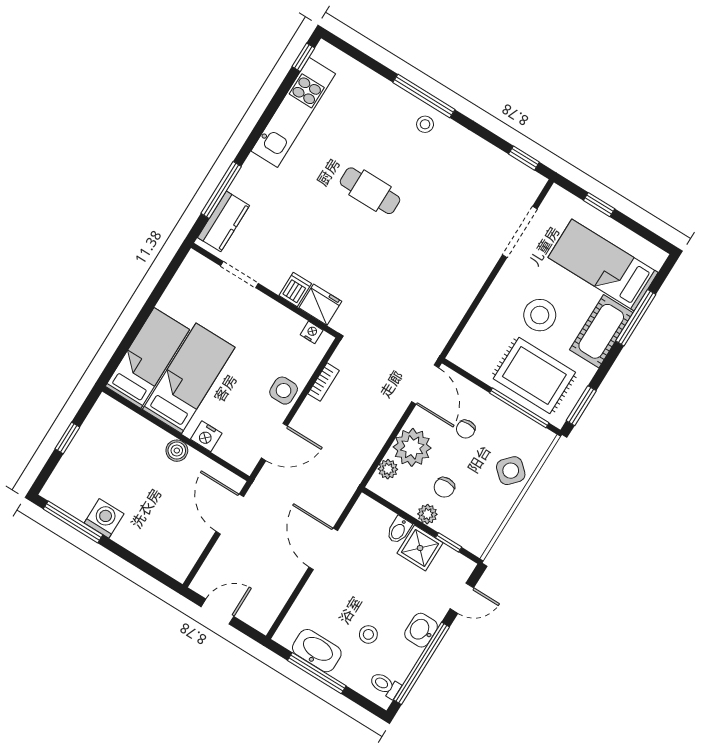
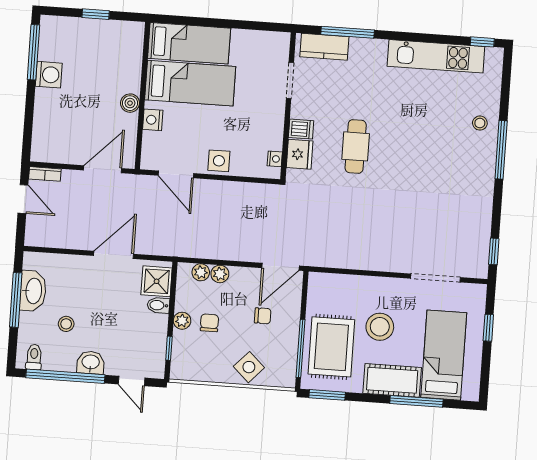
stool: (425, 124) -> (480, 123), moved
cafe table: (370, 191) -> (356, 146), moved
bookcase: (324, 382) -> (45, 174), moved
chair: (466, 429) -> (263, 316), turned 180
plant: (412, 447) -> (220, 274), width x0.53, depth x0.53
chair: (444, 487) -> (209, 323), turned 90
shower: (420, 548) -> (157, 281), moved

